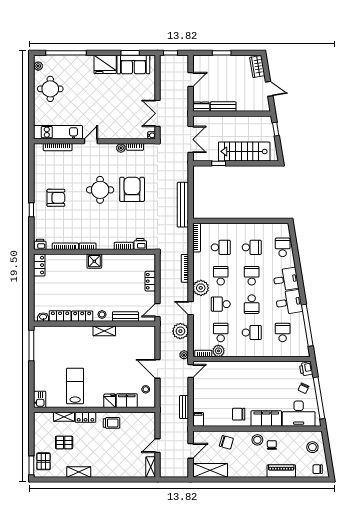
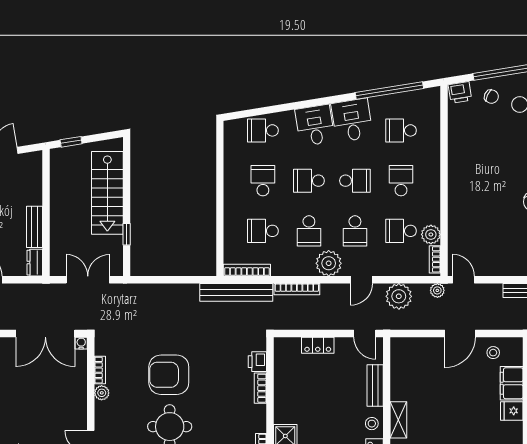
double door: (157, 113) -> (45, 333), width x1.37
bench: (183, 205) -> (236, 292), moved
school desk: (221, 247) -> (263, 231), turned -90
school desk: (221, 276) -> (309, 231), turned -90

